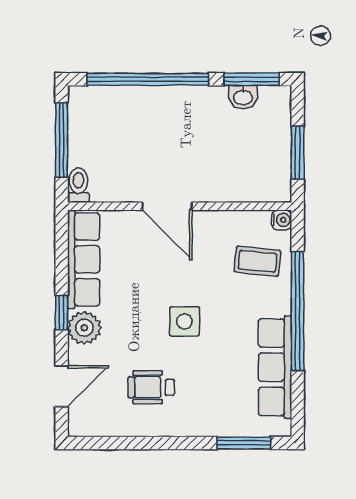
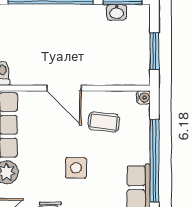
coffee table: (257, 261) -> (104, 122), moved

